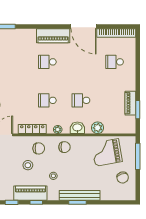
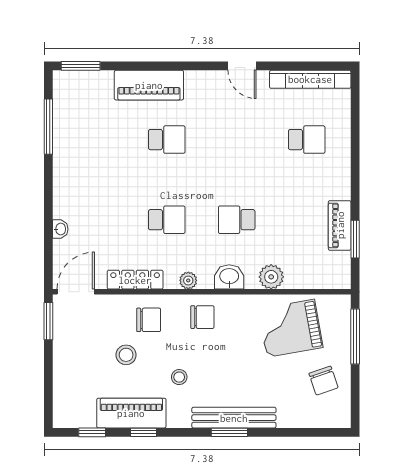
door: (83, 26) -> (242, 66), width x0.53
piano: (53, 36) -> (149, 85), moved
school desk: (47, 62) -> (167, 140), turned 180
school desk: (115, 62) -> (307, 140), turned 180
school desk: (47, 100) -> (167, 220), turned 180

